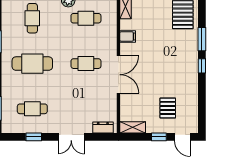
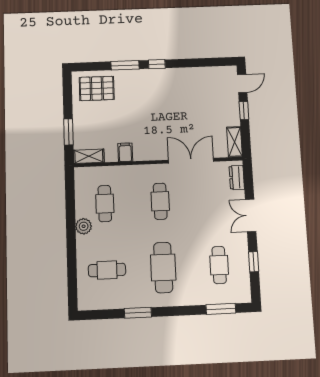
double door: (118, 75) -> (191, 161), moved
pallet: (168, 108) -> (209, 102), removed
double door: (71, 137) -> (251, 215), swing flipped

